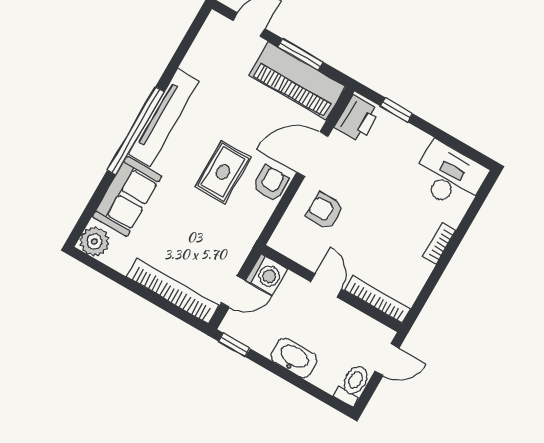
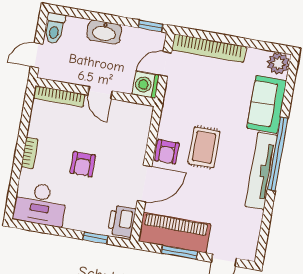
armchair: (325, 211) -> (83, 164), moved, turned 90

